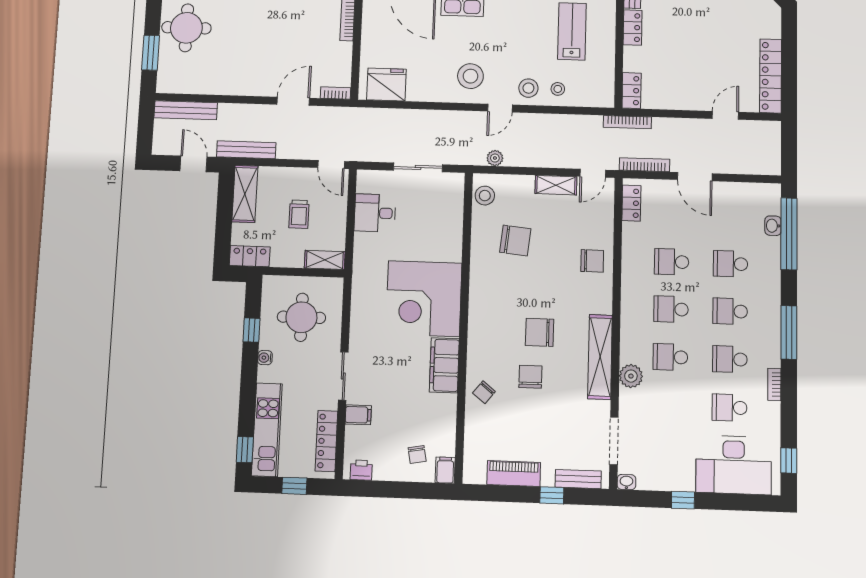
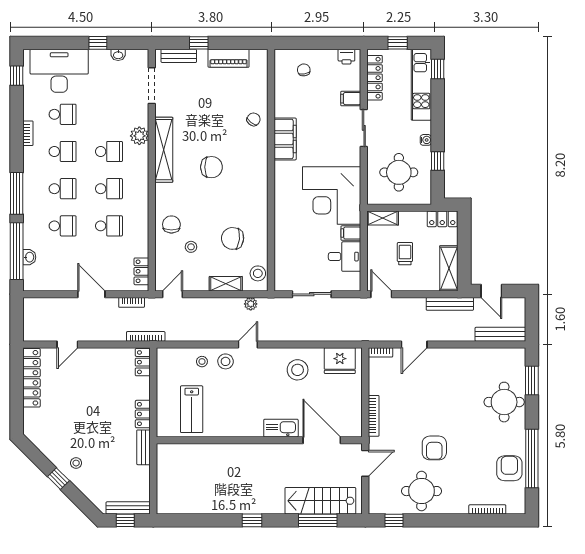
stool: (470, 76) -> (298, 370), moved
bookcase: (644, 165) -> (132, 302), width x0.64
shelving: (556, 185) -> (226, 284), moved
stool: (568, 232) -> (191, 247), added
chair: (592, 261) -> (171, 224), turned 90
corner desk: (424, 299) -> (332, 195), moved, turned 180
window: (789, 332) -> (17, 193), moved
chair: (530, 377) -> (218, 133), removed
filing cabinet: (445, 470) -> (351, 233), moved, turned 90
washbasin: (626, 482) -> (118, 55), moved

